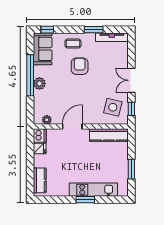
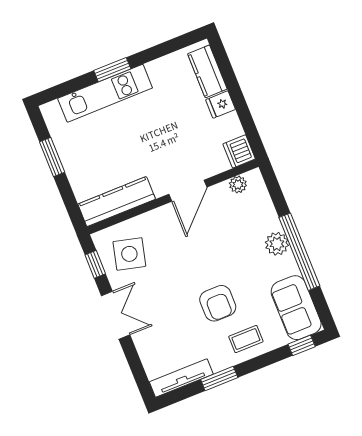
fridge: (40, 149) -> (221, 105), moved

